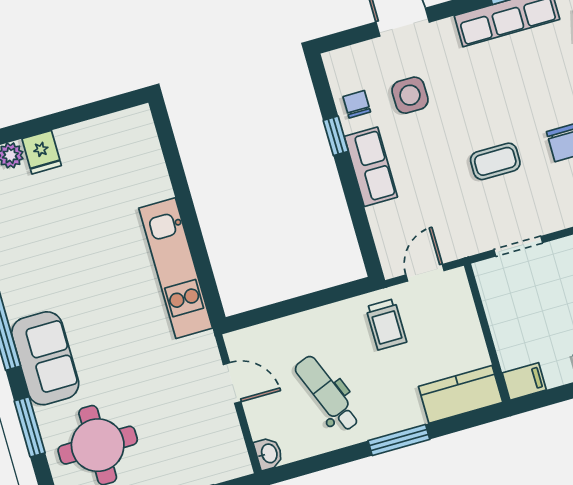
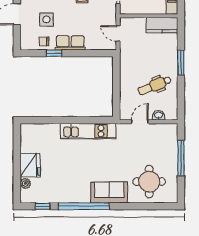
fridge: (42, 152) -> (30, 165), width x1.88, depth x1.34
trolley: (386, 324) -> (134, 55), removed
kitchen counter: (461, 394) -> (162, 25), moved, turned -90
window: (30, 427) -> (134, 206), removed
washbasin: (269, 454) -> (159, 115), moved

